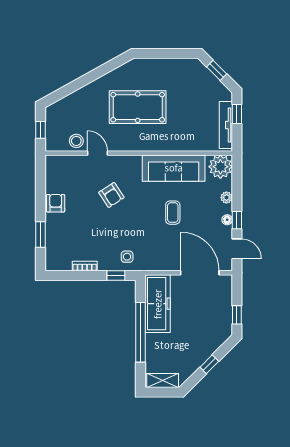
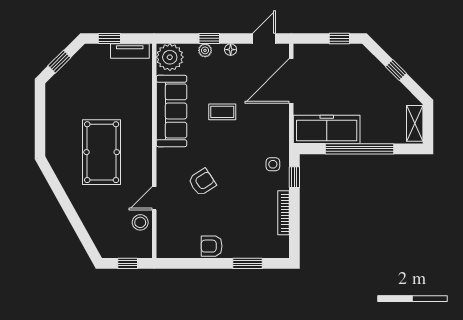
tv unit: (226, 125) -> (130, 51), width x0.71
window: (237, 220) -> (209, 38), moved
bookcase: (85, 266) -> (284, 213), width x1.56

